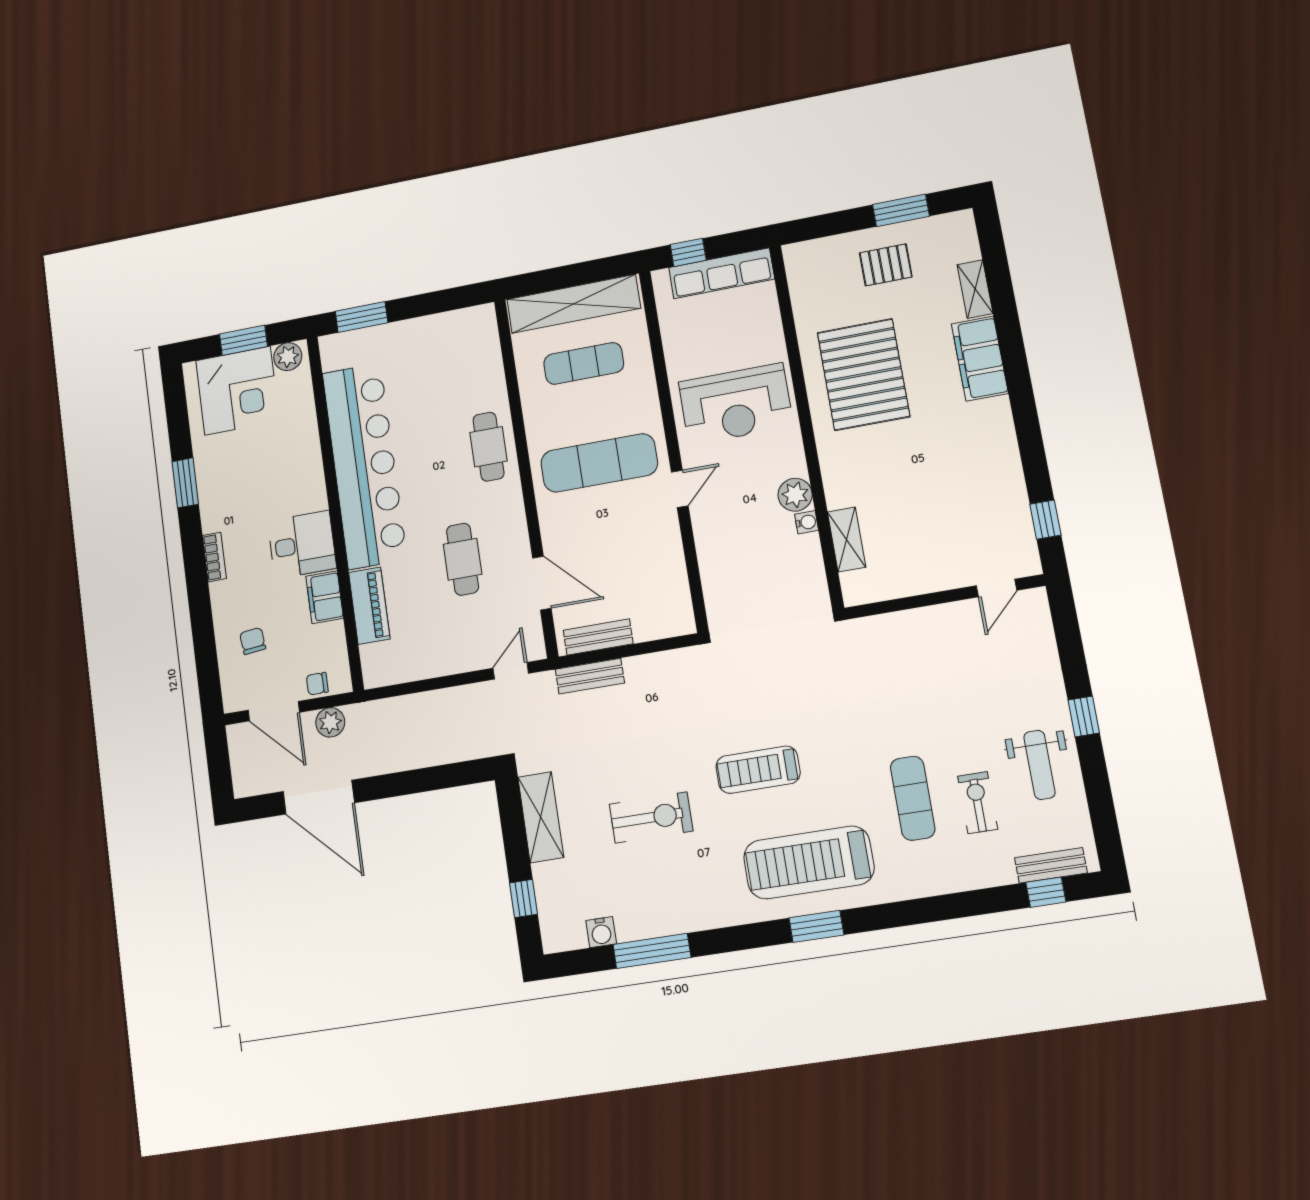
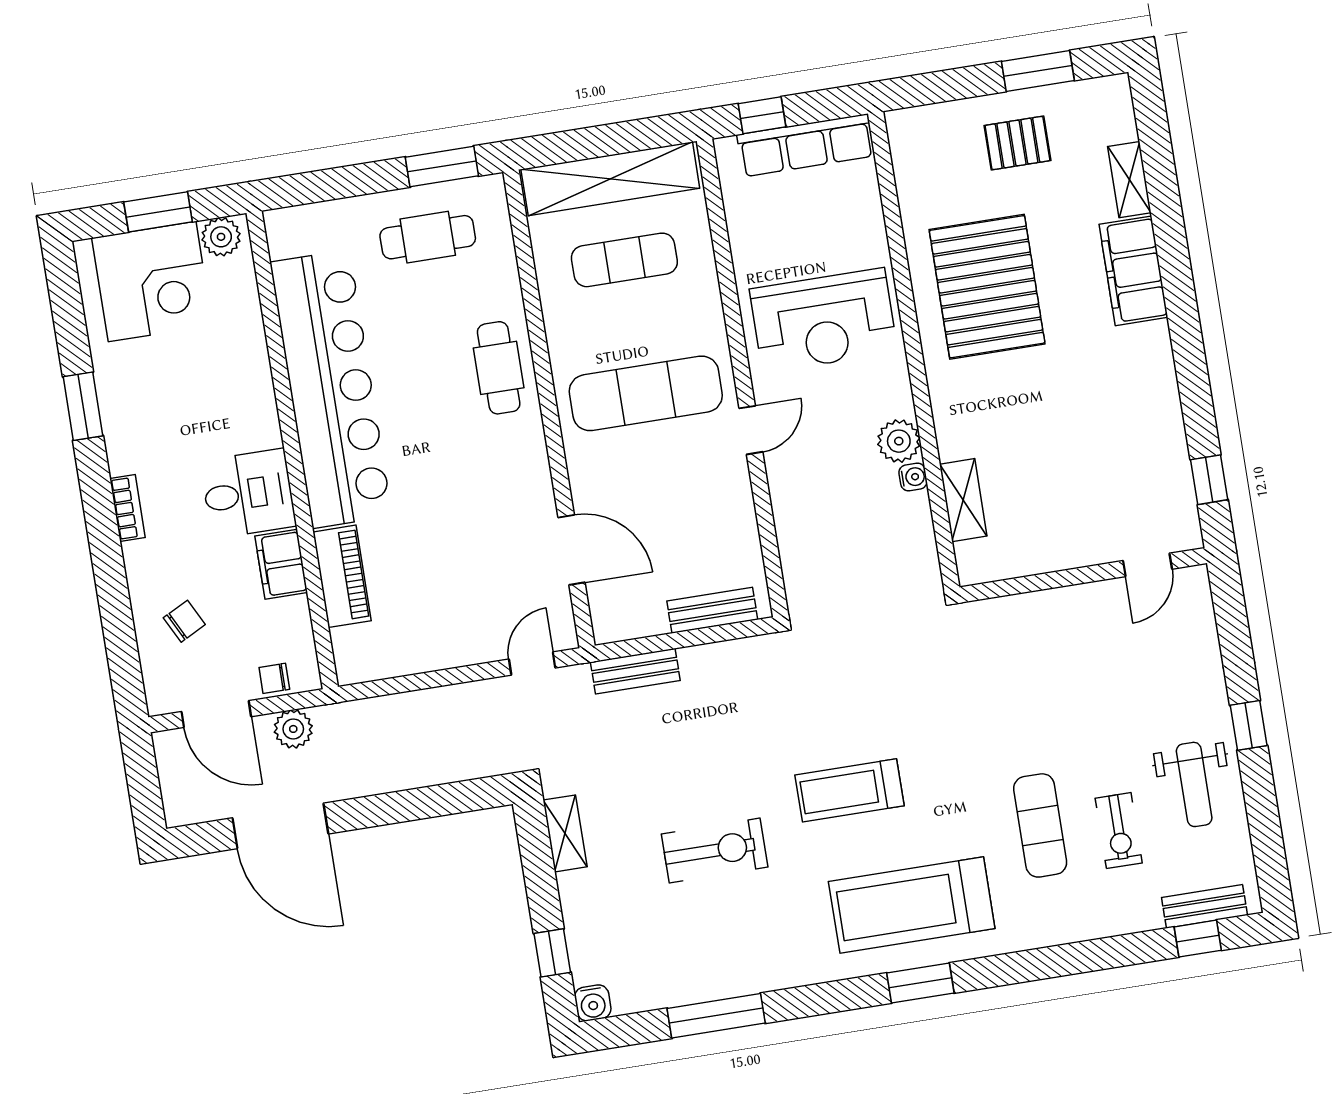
window: (362, 317) -> (442, 167), moved
cafe table: (463, 559) -> (428, 237), moved, turned 90
bench: (598, 637) -> (712, 610), moved
chair: (253, 641) -> (184, 621), turned 69
exercise bike: (978, 803) -> (1119, 831), turned 180
shelving: (541, 817) -> (565, 833), width x0.67, depth x0.75
water cooler: (601, 932) -> (593, 1003), moved

